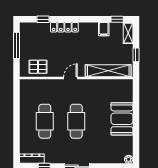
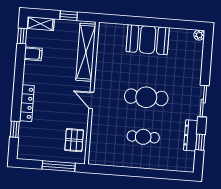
window: (17, 45) -> (59, 166), moved
cafe table: (45, 121) -> (143, 137), width x0.73, depth x0.74
dresser: (32, 159) -> (191, 135), moved

